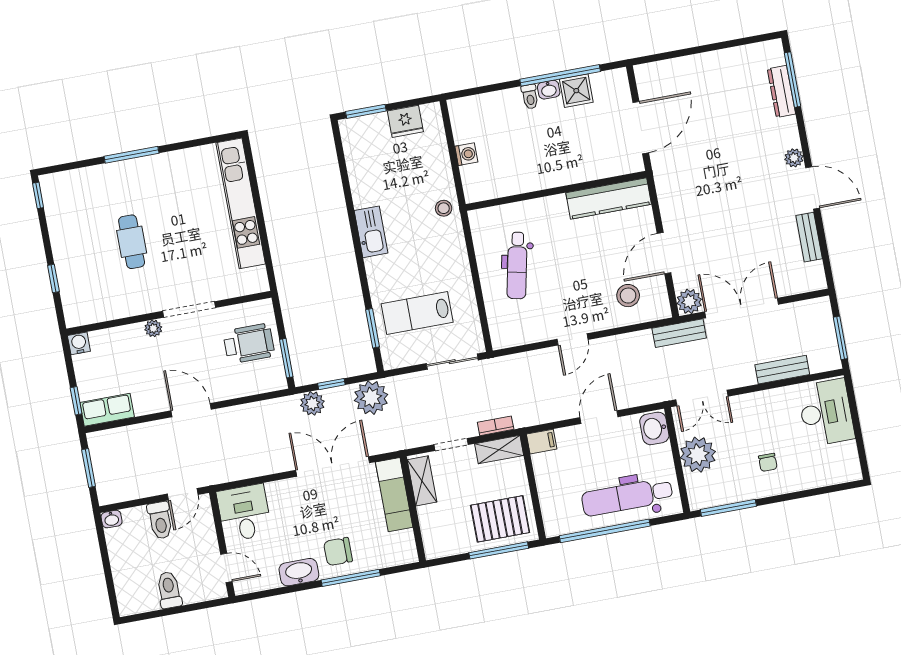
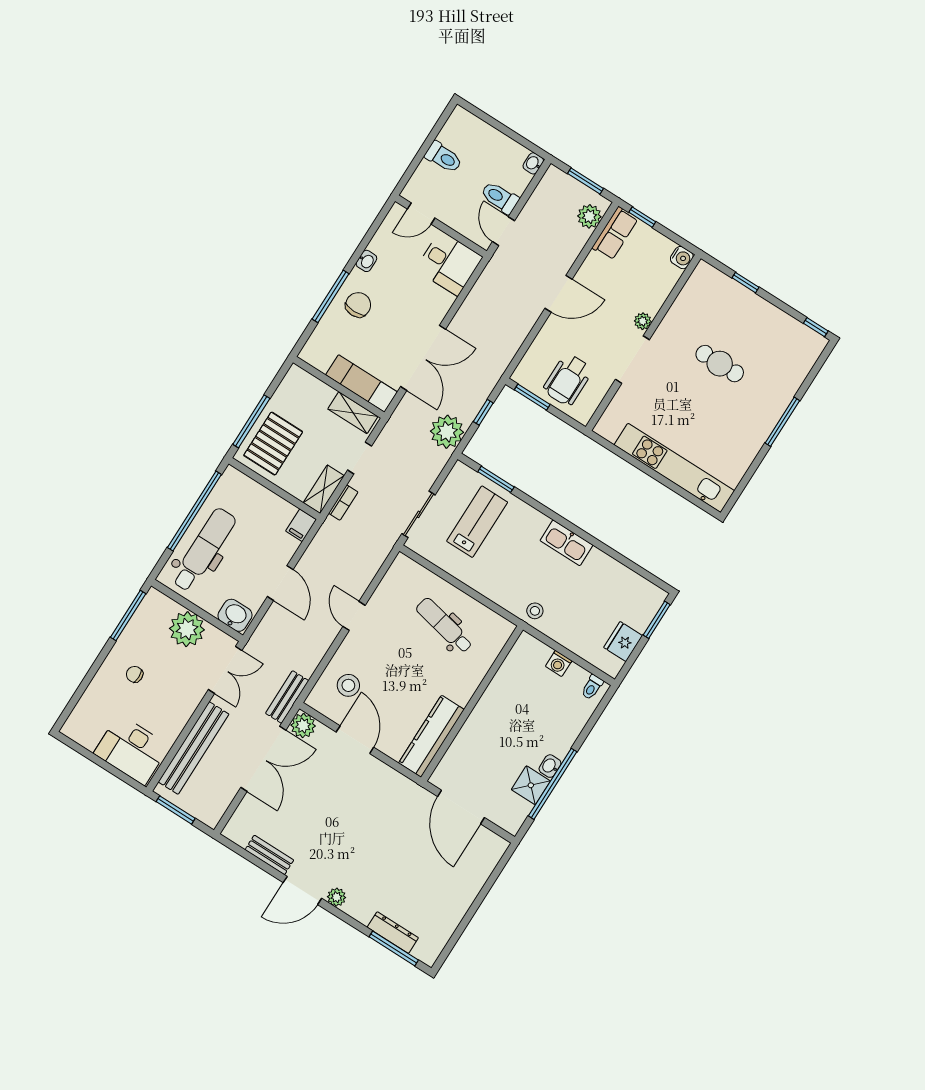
toilet: (530, 97) -> (592, 687), moved, turned -90
bench: (782, 370) -> (194, 748), width x1.86, depth x1.21
double door: (702, 398) -> (225, 670), swing flipped
plant: (312, 403) -> (589, 216), moved
washbasin: (299, 572) -> (366, 261), width x0.52, depth x0.69

